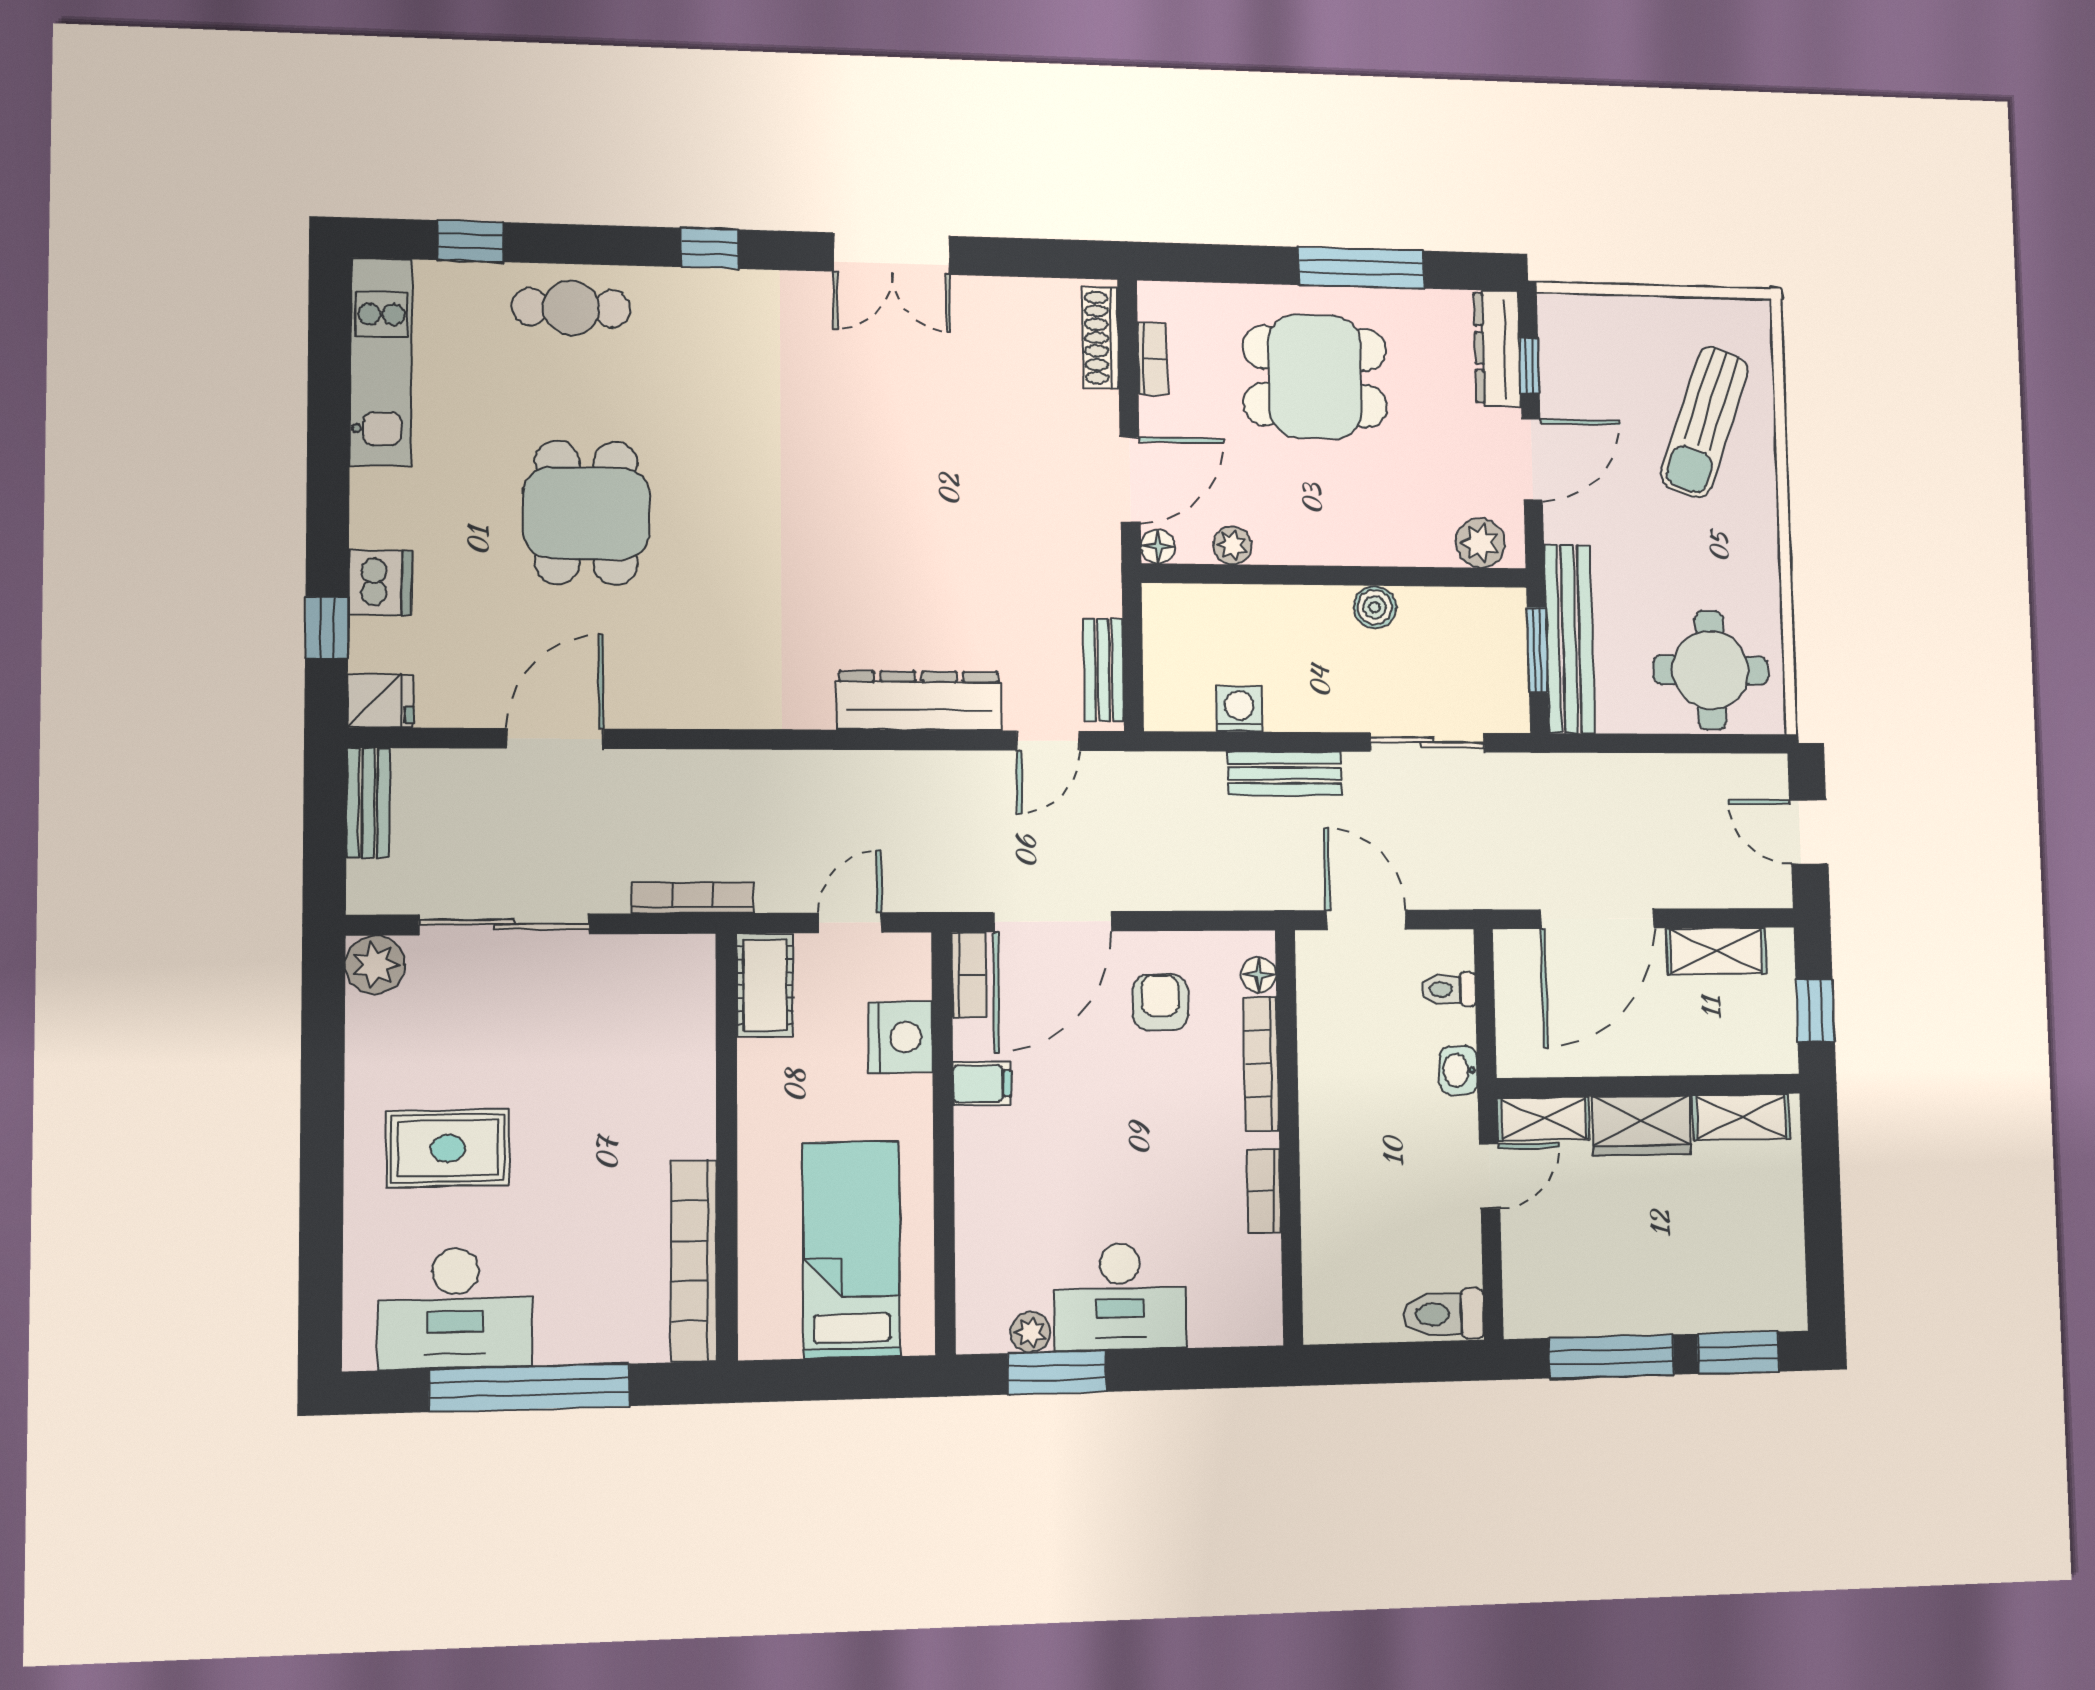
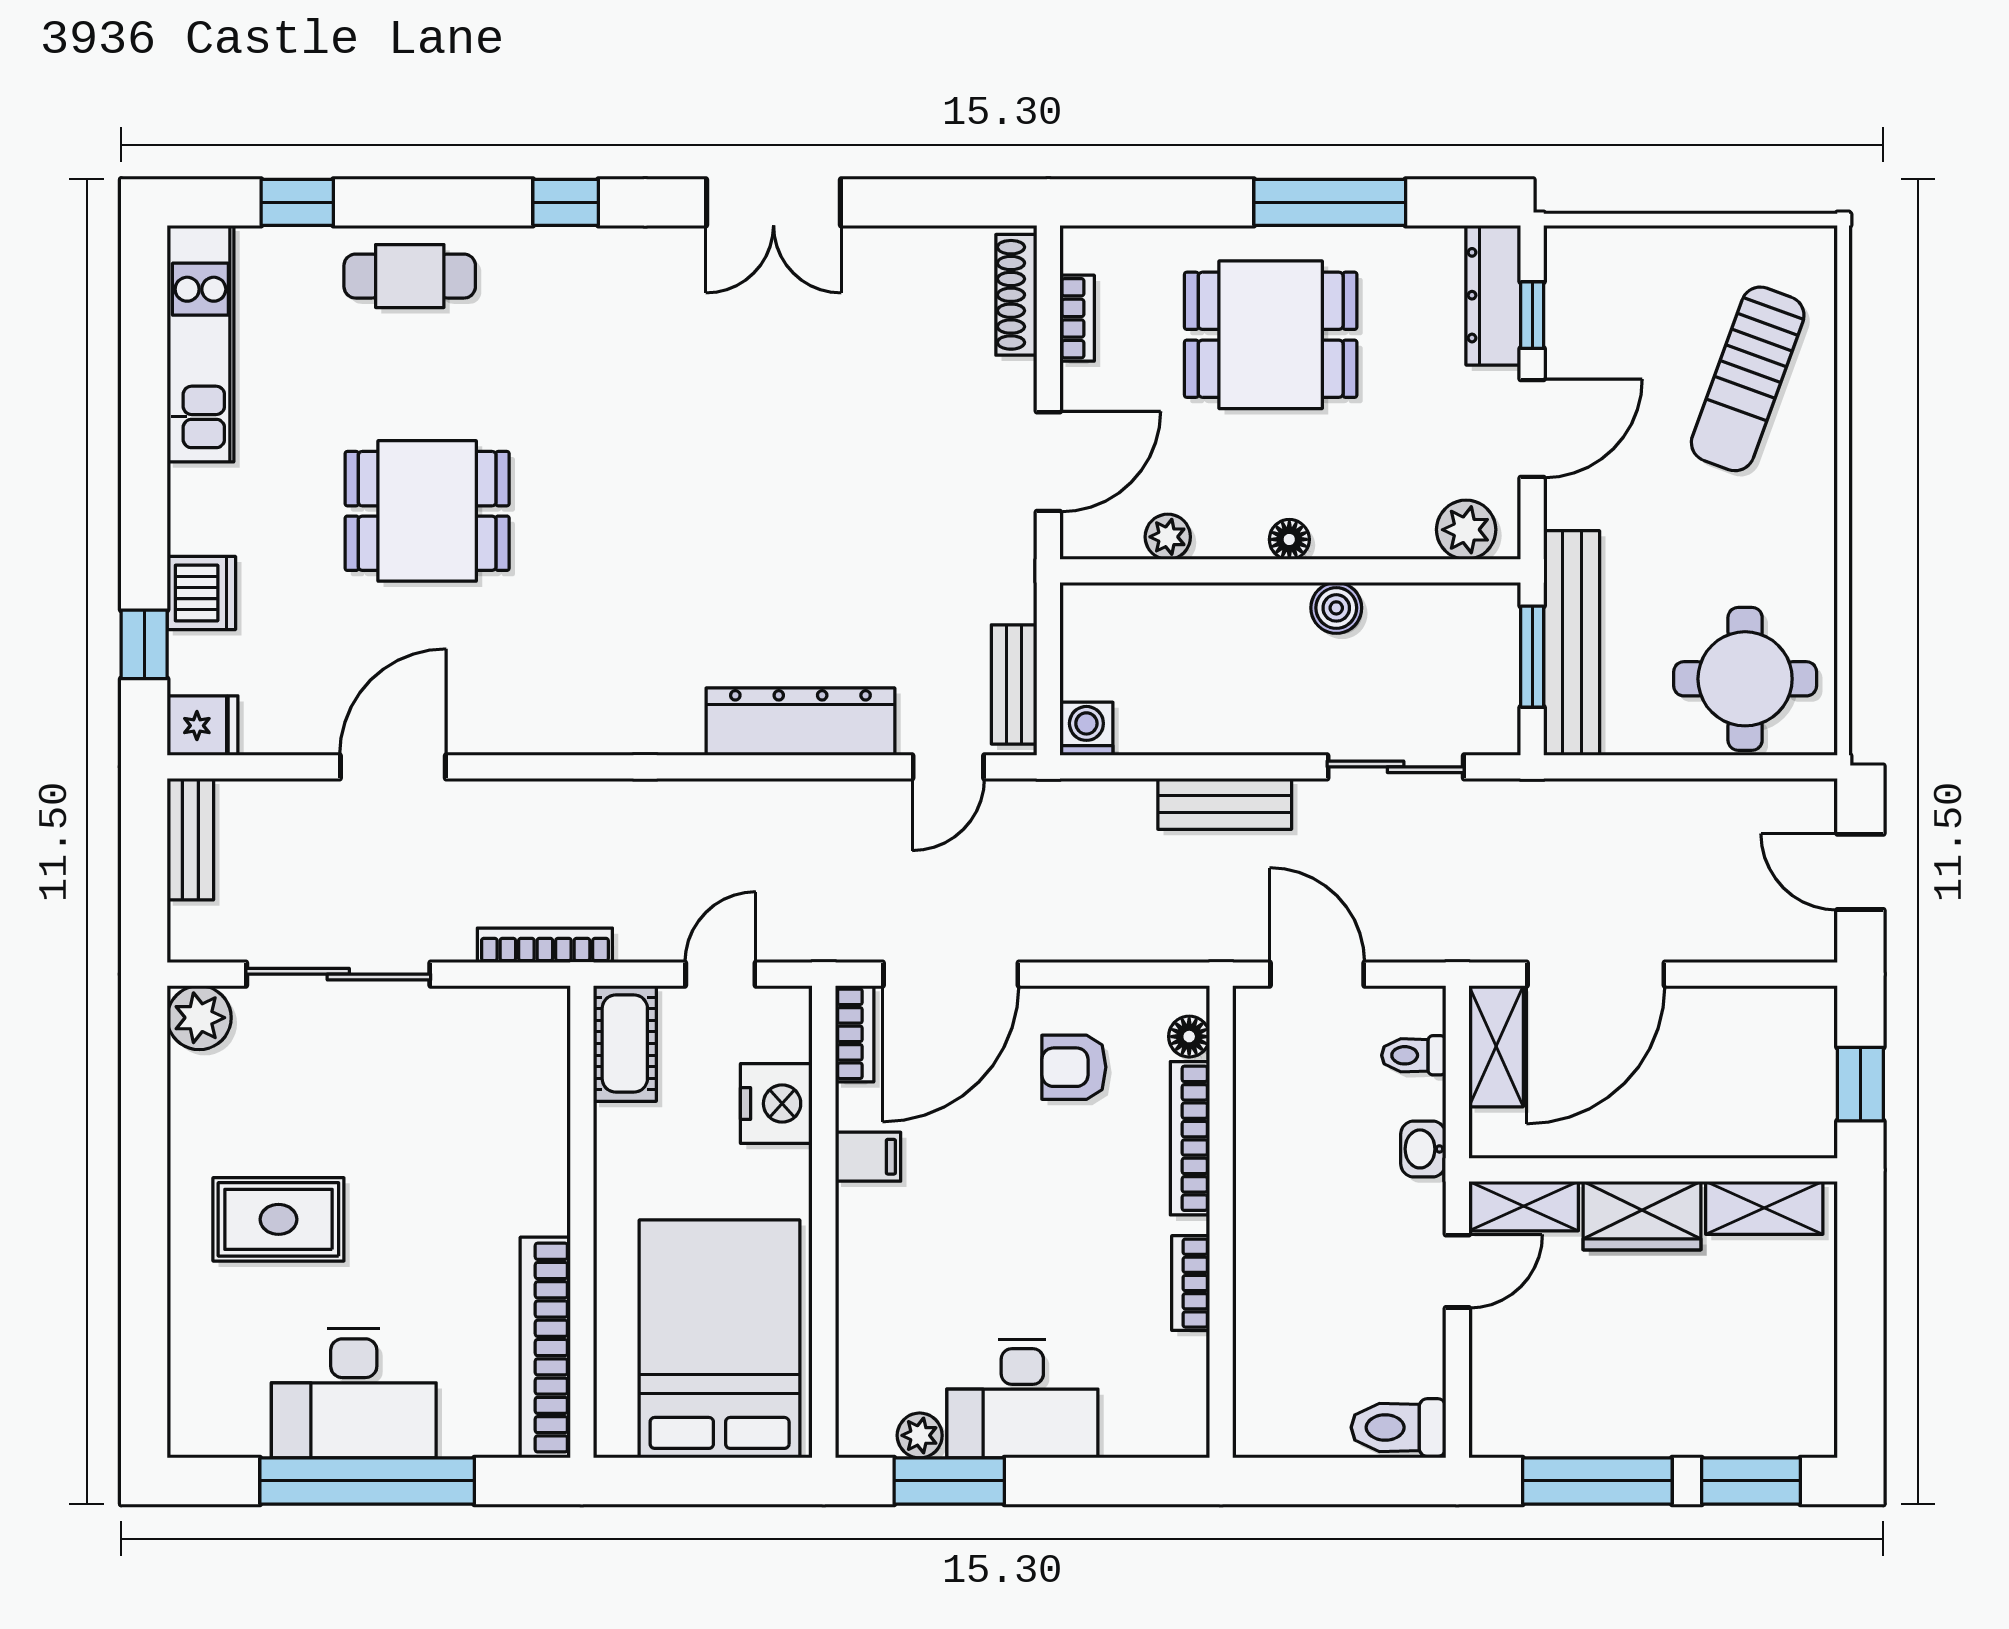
dining table: (586, 513) -> (427, 511), turned 90
floor lamp: (1158, 546) -> (1289, 539), moved
washing machine: (1239, 709) -> (1086, 729), moved
shelving: (1716, 951) -> (1496, 1046), moved, turned 90
armchair: (1160, 1002) -> (1074, 1067), turned -90
bed: (851, 1249) -> (720, 1339), width x1.50
desk: (455, 1308) -> (354, 1393), moved

